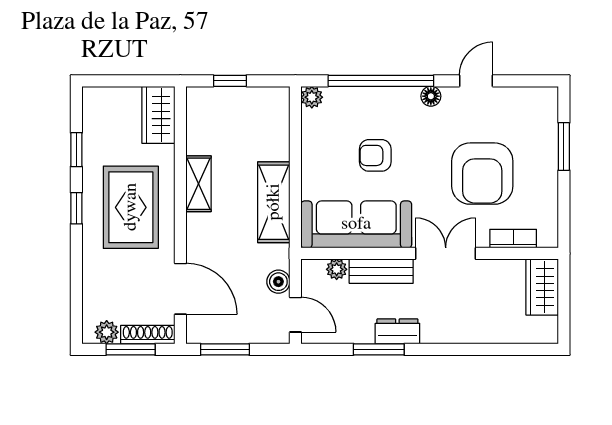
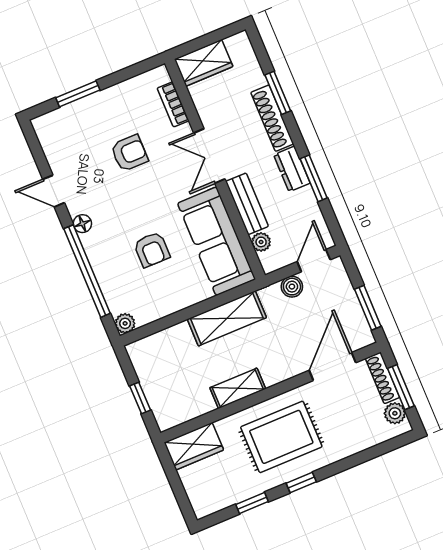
armchair: (482, 174) -> (129, 153), width x0.53, depth x0.53
shoe rack: (457, 333) -> (272, 118), added
window: (480, 349) -> (278, 93), added

